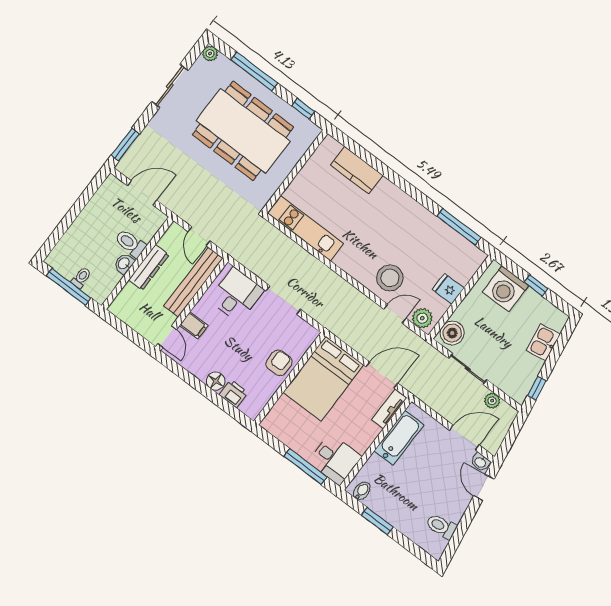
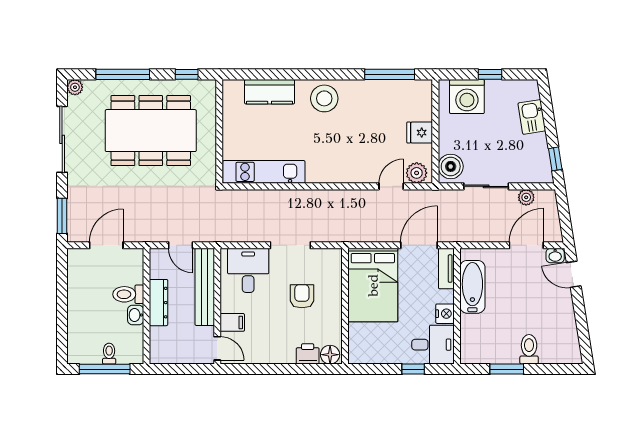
sliding door: (170, 86) -> (62, 139), width x1.37
stool: (390, 278) -> (324, 98), moved
armchair: (279, 363) -> (302, 296), moved
floor lamp: (216, 381) -> (330, 355), moved
nightstand: (362, 443) -> (445, 314), added
window: (305, 467) -> (413, 369), width x0.46
bidet: (362, 491) -> (475, 354), removed
toilet: (441, 526) -> (529, 349), moved, turned 99

